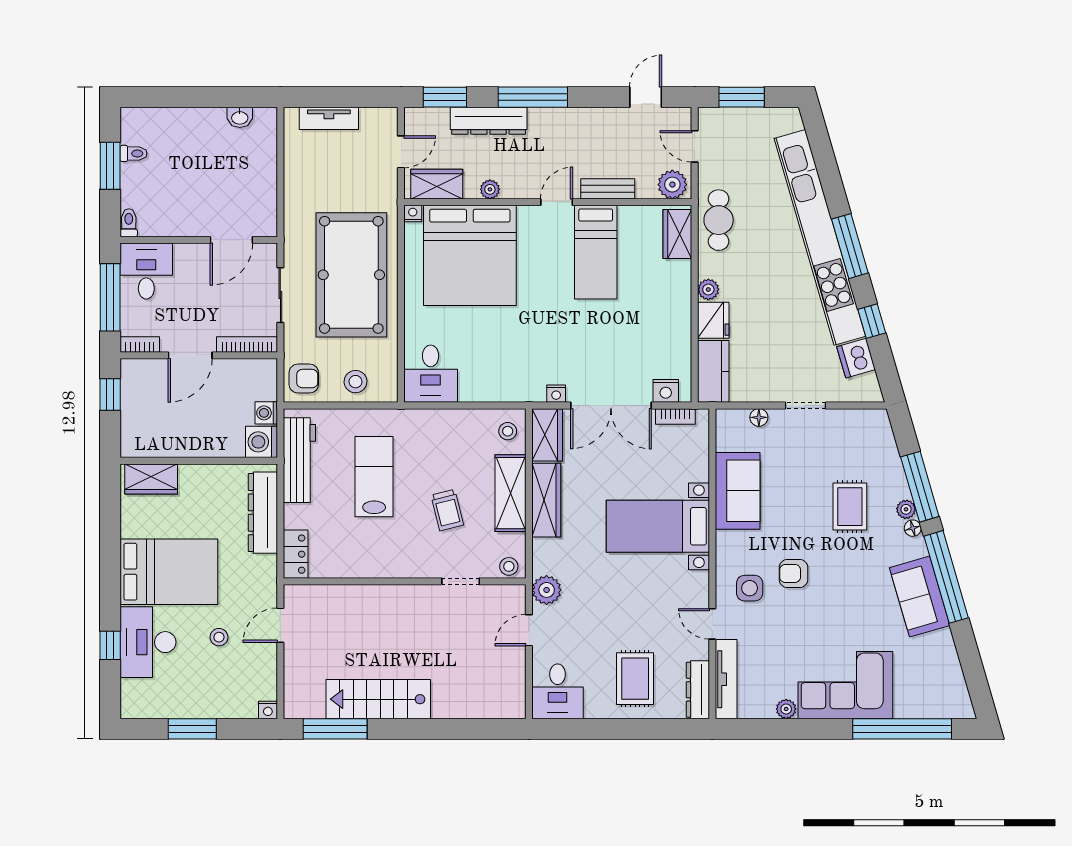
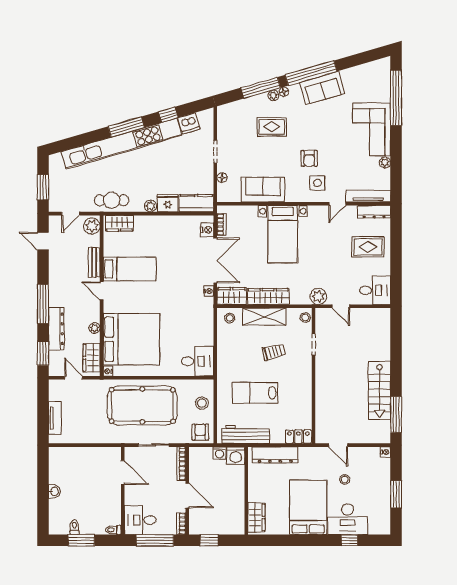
washbasin: (240, 117) -> (54, 492), moved

